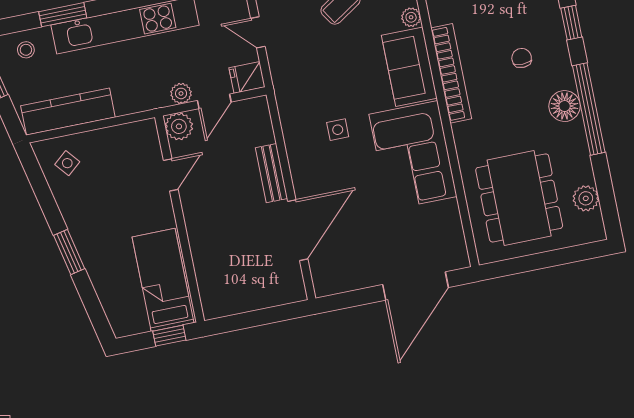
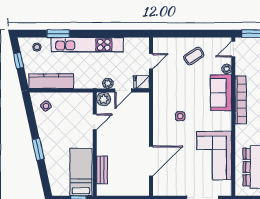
door: (258, 32) -> (151, 61), swing flipped
corner sofa: (413, 155) -> (214, 156), moved
bench: (271, 173) -> (102, 170), moved

